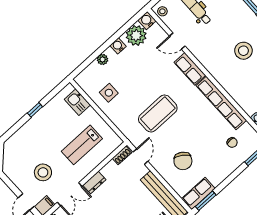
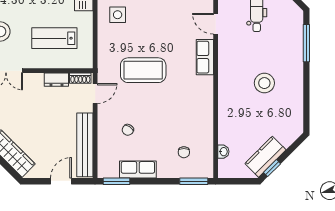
row of seats: (221, 103) -> (205, 110), removed
chair: (183, 161) -> (128, 130), width x0.54, depth x0.54
dresser: (94, 182) -> (56, 80), moved
row of seats: (198, 194) -> (138, 169), moved

